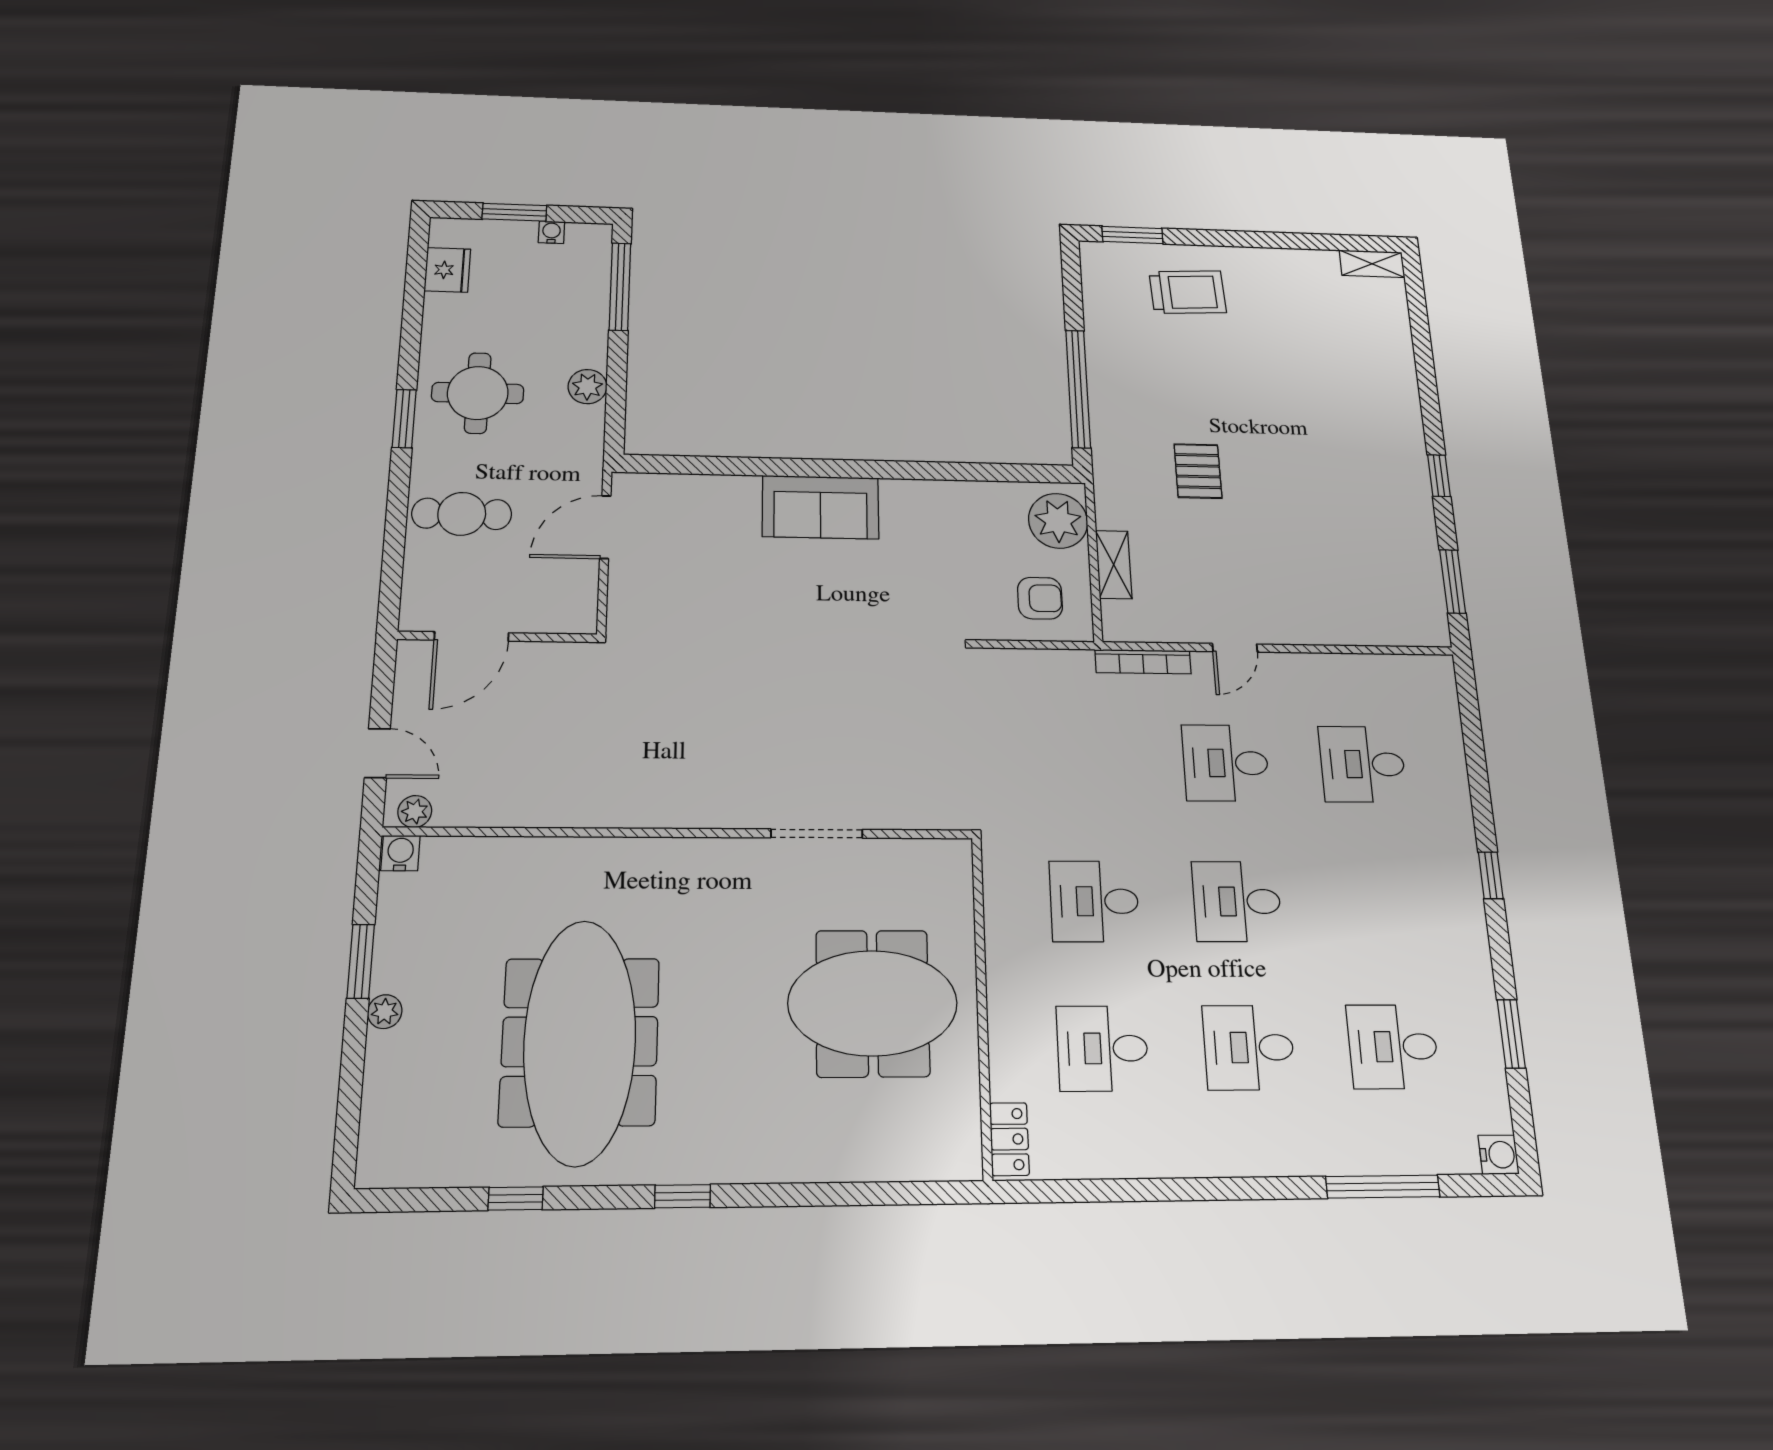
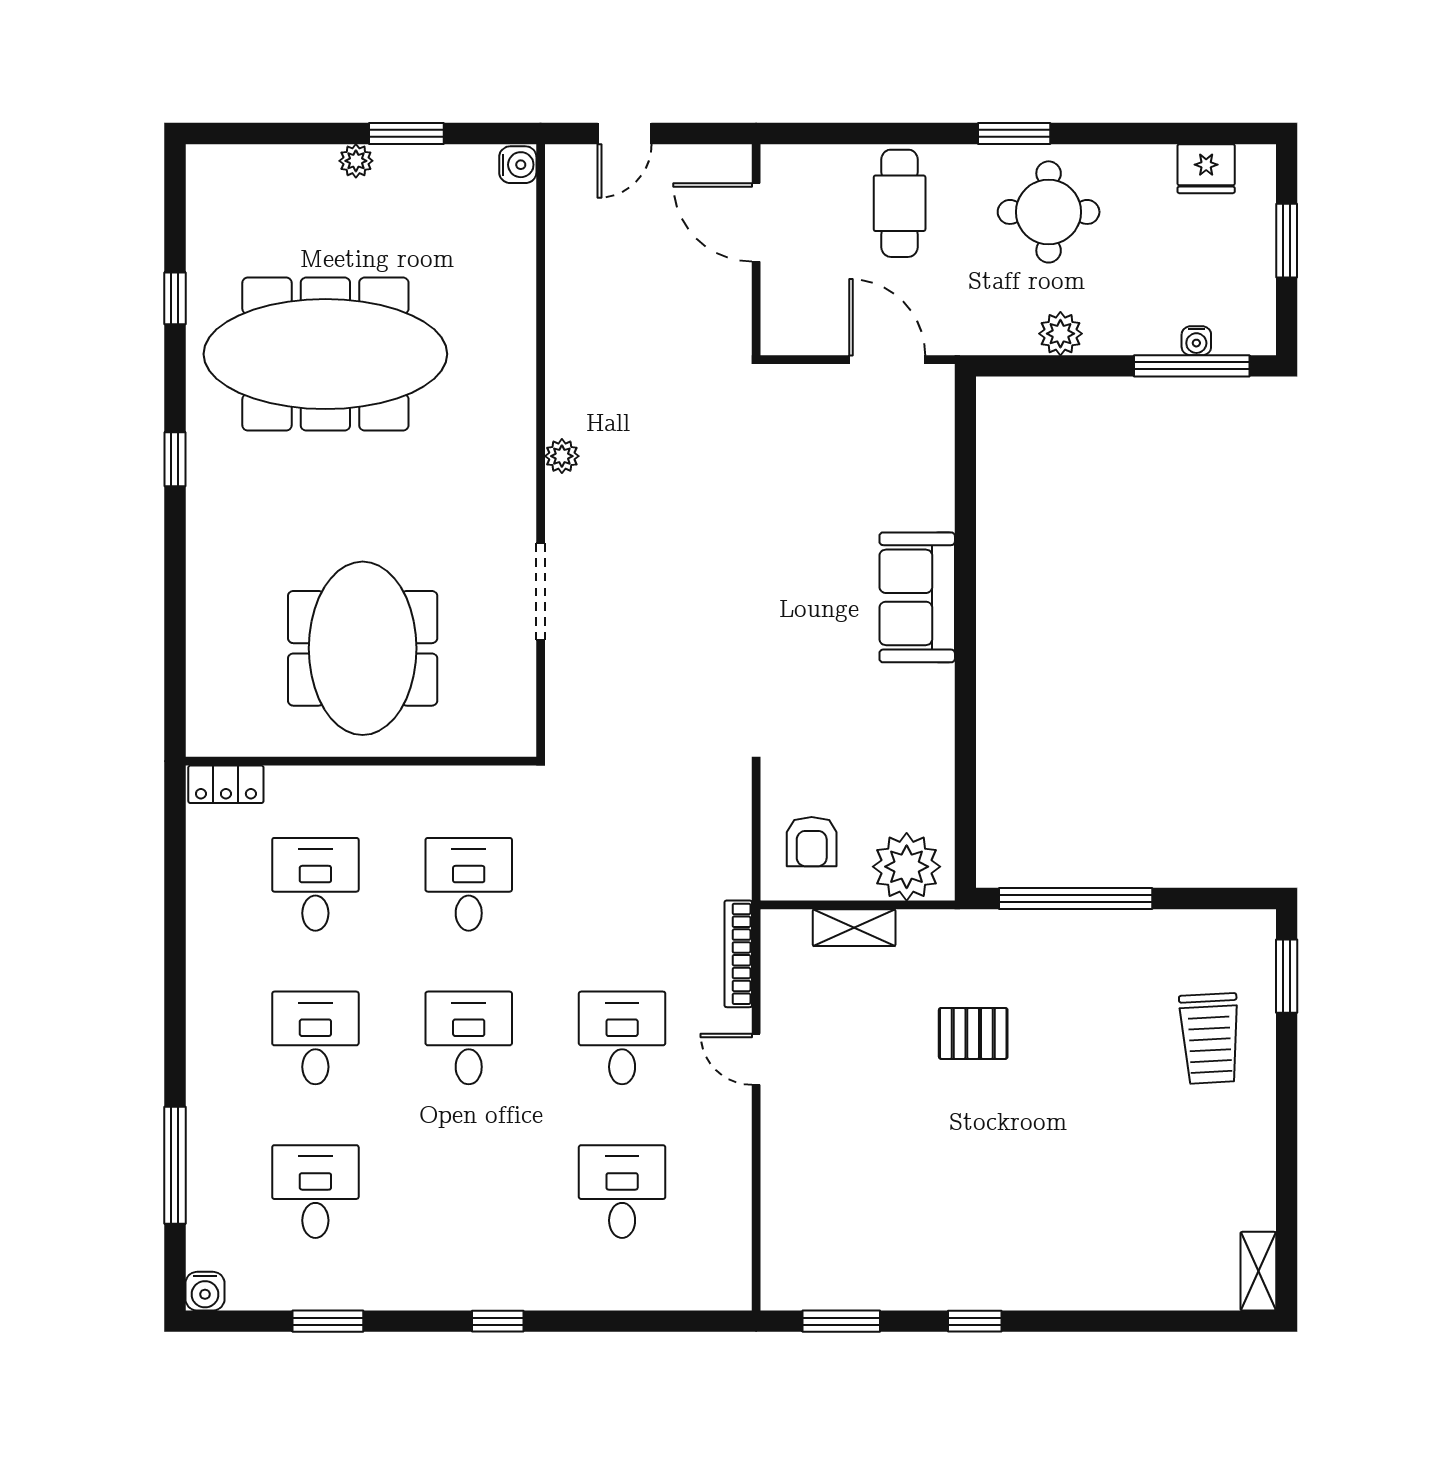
water cooler: (551, 232) -> (1196, 341), moved, turned 90
plant: (415, 812) -> (562, 456), moved

